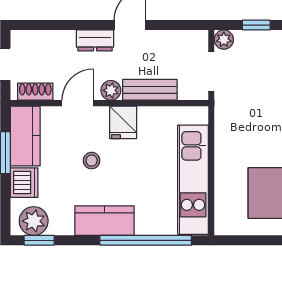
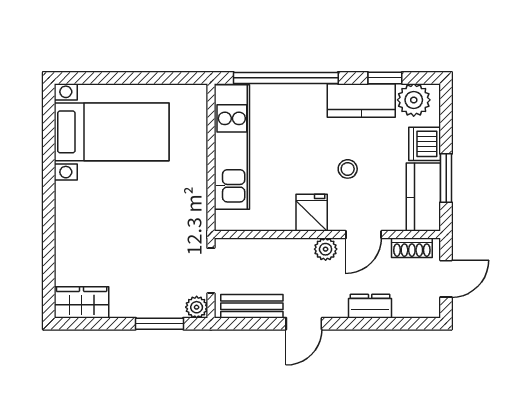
window: (256, 25) -> (160, 324), width x1.50
dresser: (95, 40) -> (370, 306), moved
bench: (150, 90) -> (252, 306), moved
kitchen counter: (104, 221) -> (361, 100), moved
window: (39, 240) -> (385, 78), moved

